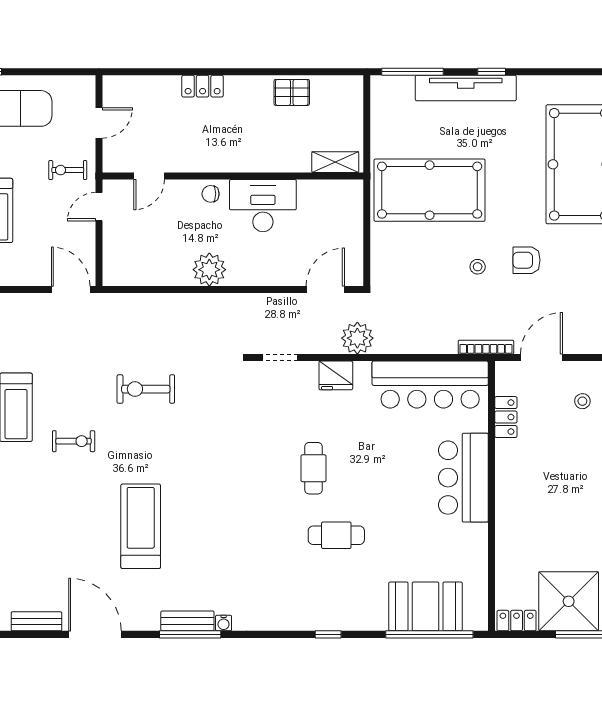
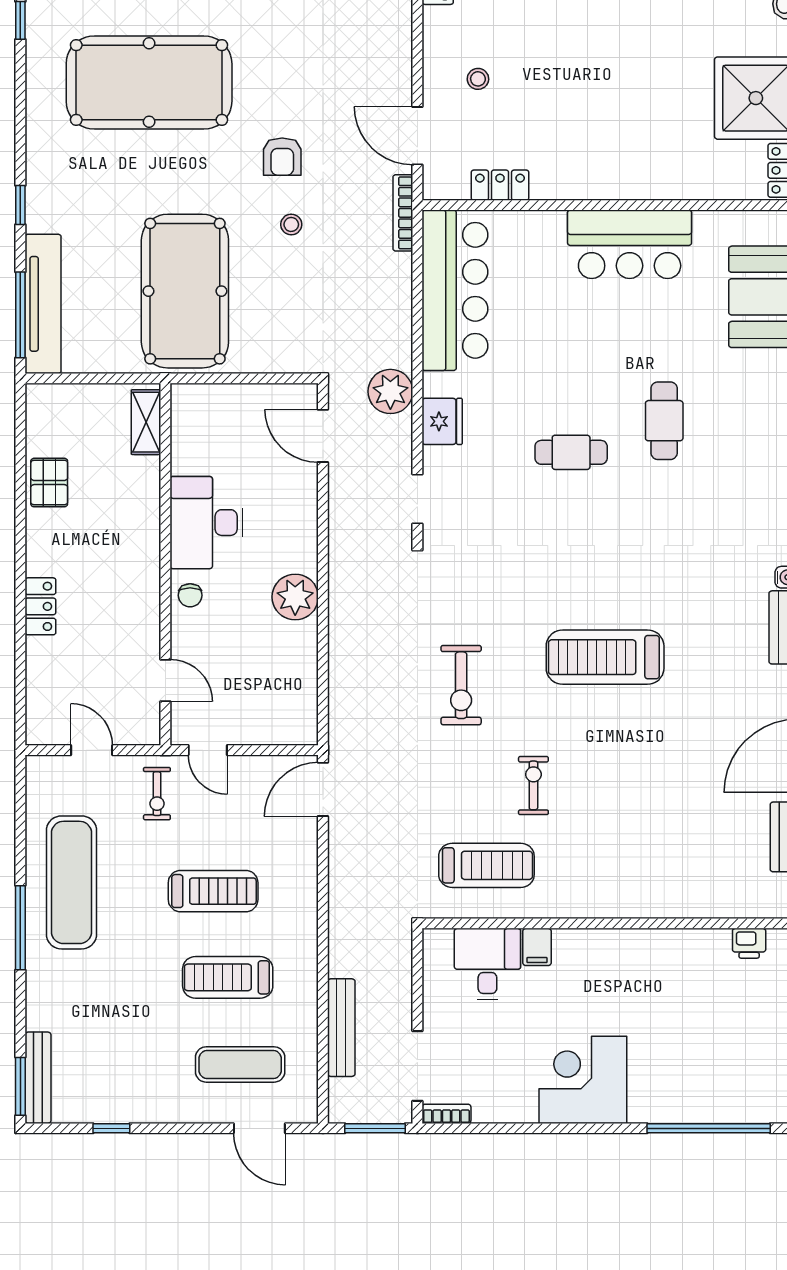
tv unit: (466, 88) -> (43, 304), moved
bar counter: (463, 478) -> (630, 244), moved
treadmill: (141, 526) -> (605, 657), moved

